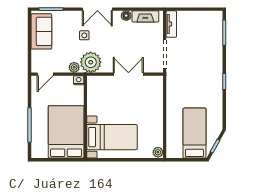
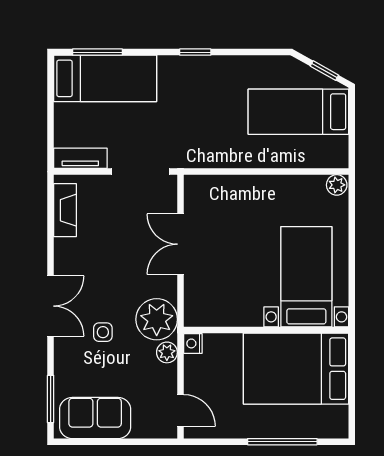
floor lamp: (126, 16) -> (63, 248), removed
bed: (211, 36) -> (105, 78), added

